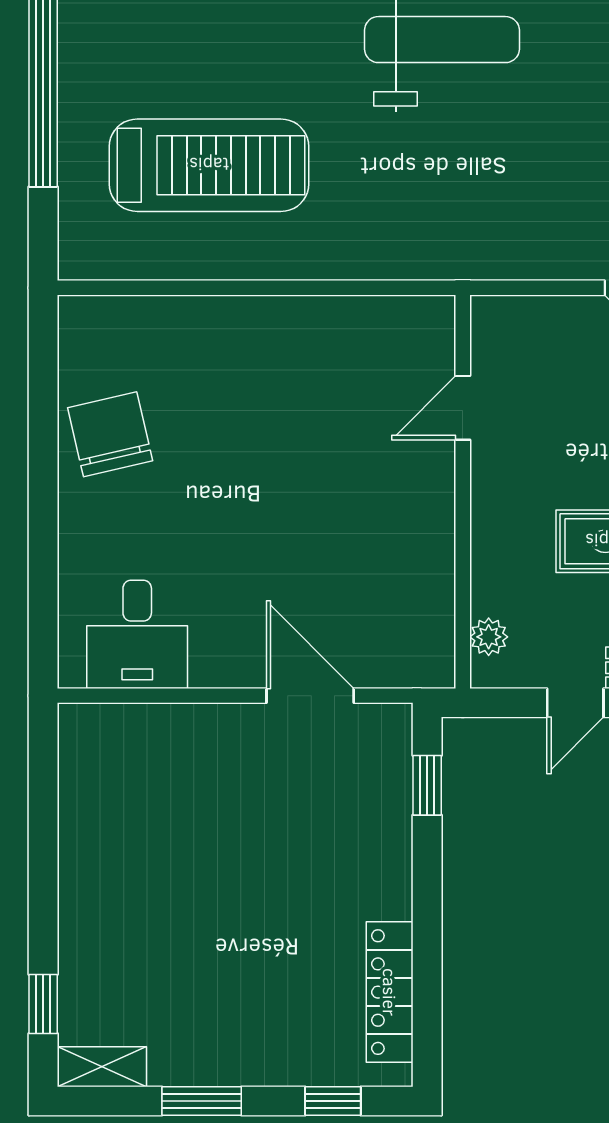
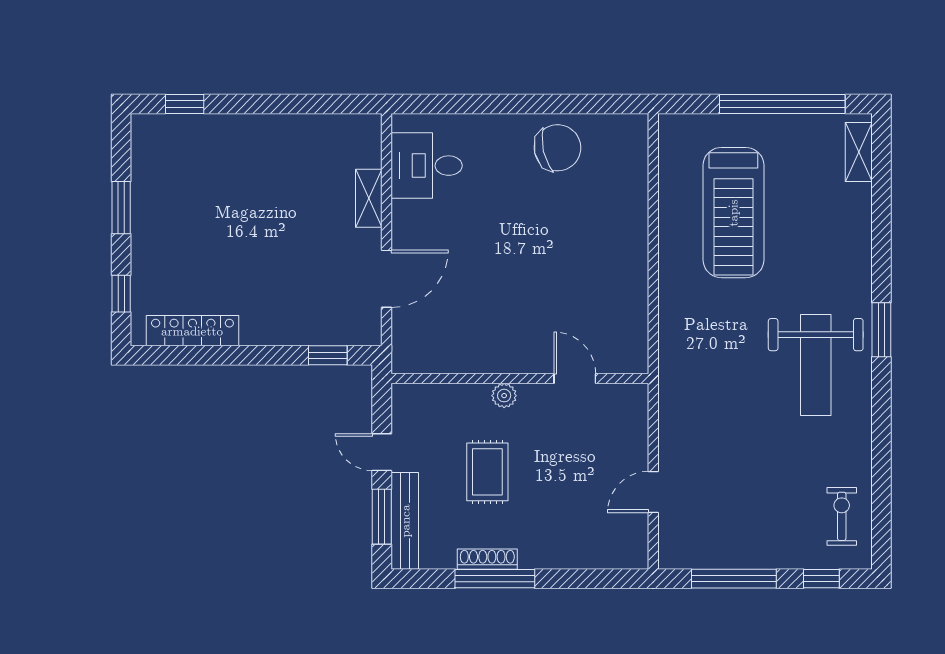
plant: (489, 637) -> (504, 396), moved
shelving: (102, 1067) -> (369, 198), moved

